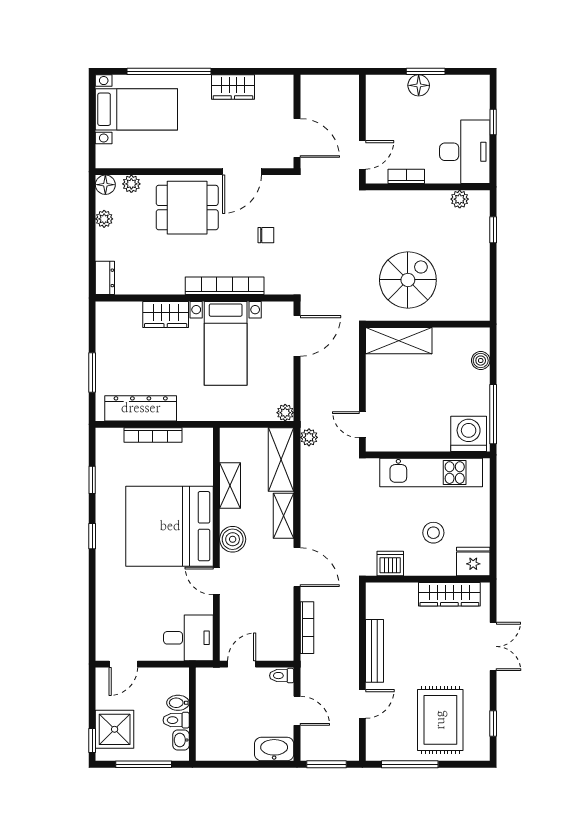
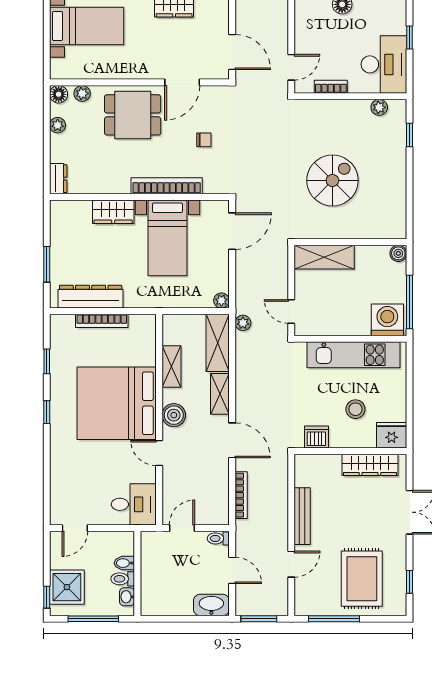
wall: (428, 324) -> (350, 242), moved
shelving: (399, 341) -> (324, 257), moved

